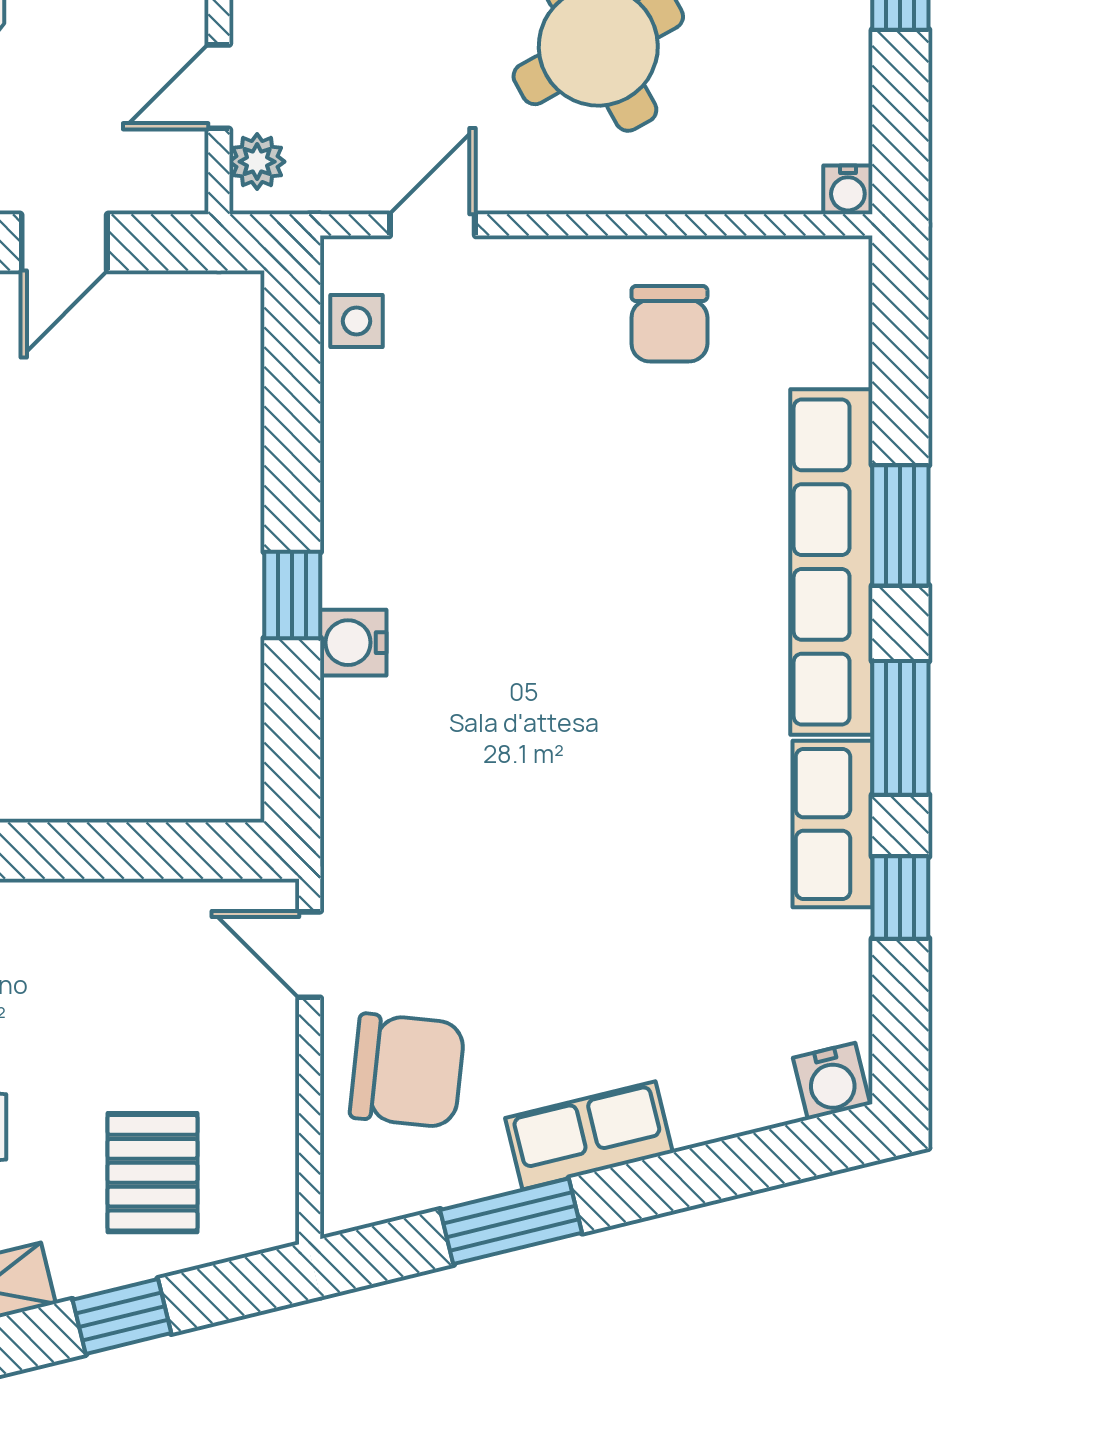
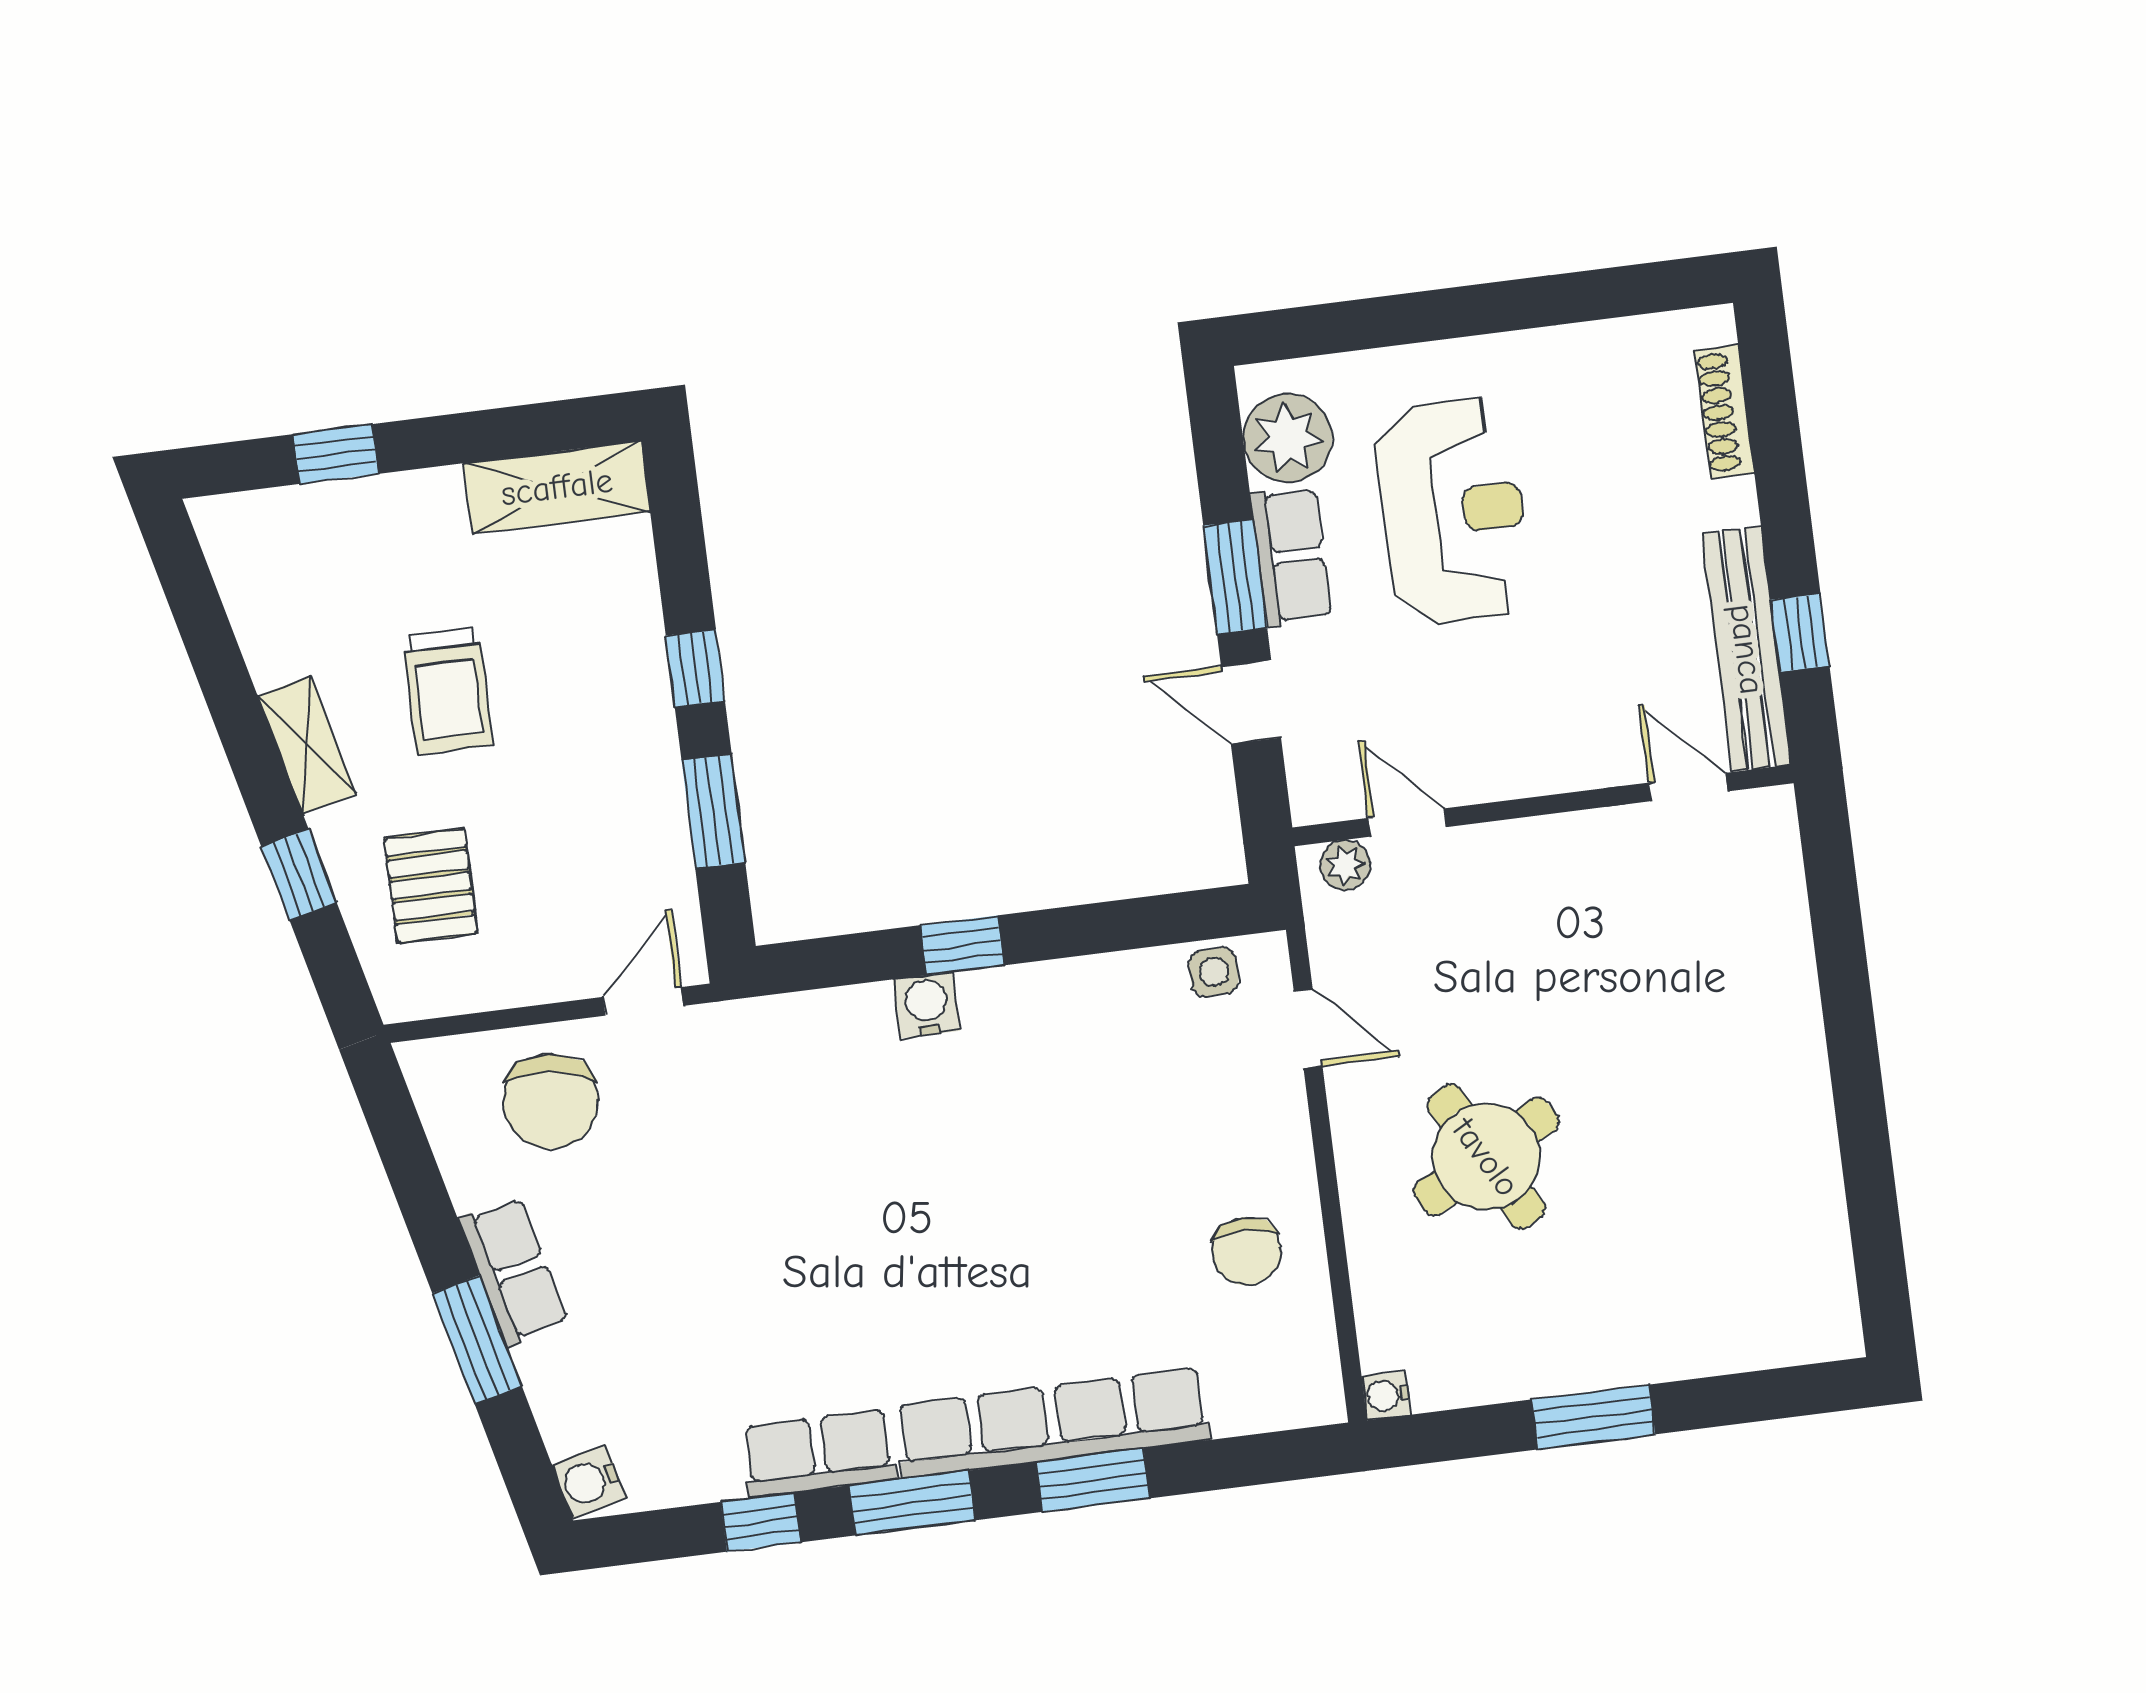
chair: (669, 324) -> (1247, 1251), turned -90
window: (110, 851) -> (713, 811), added
pallet: (152, 1173) -> (431, 886), turned 90
window: (511, 1221) -> (477, 1340), moved

